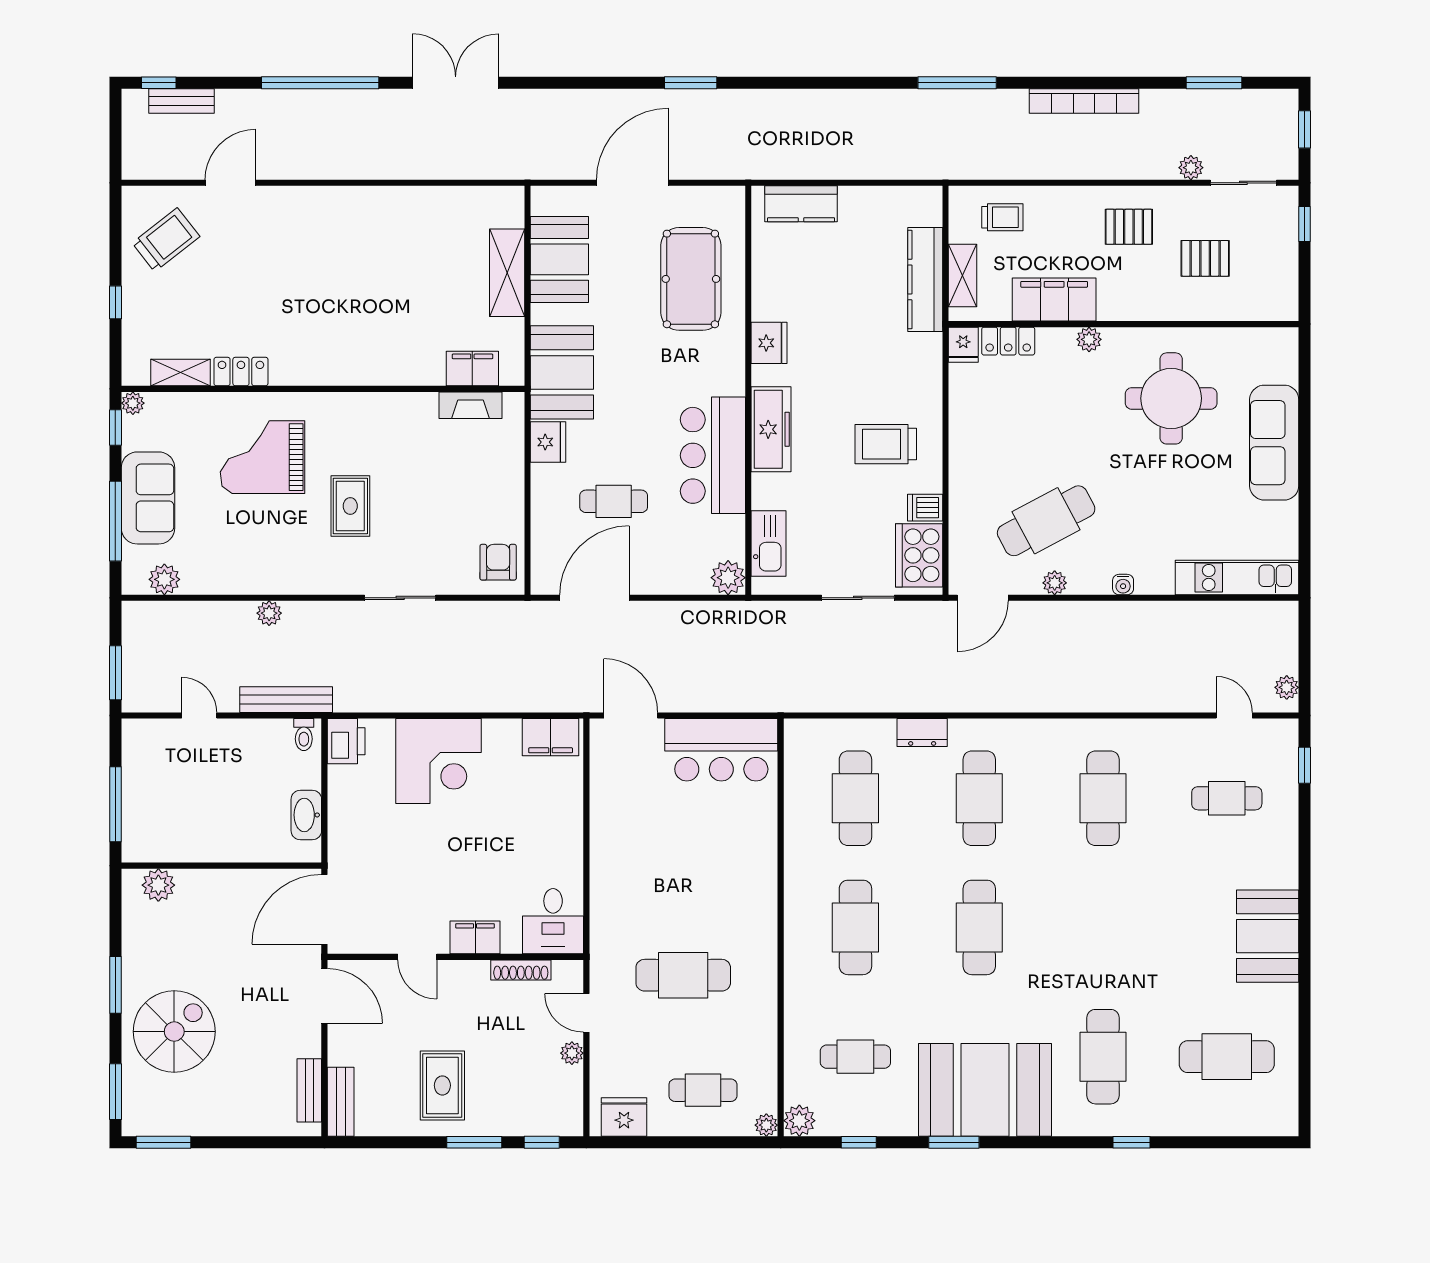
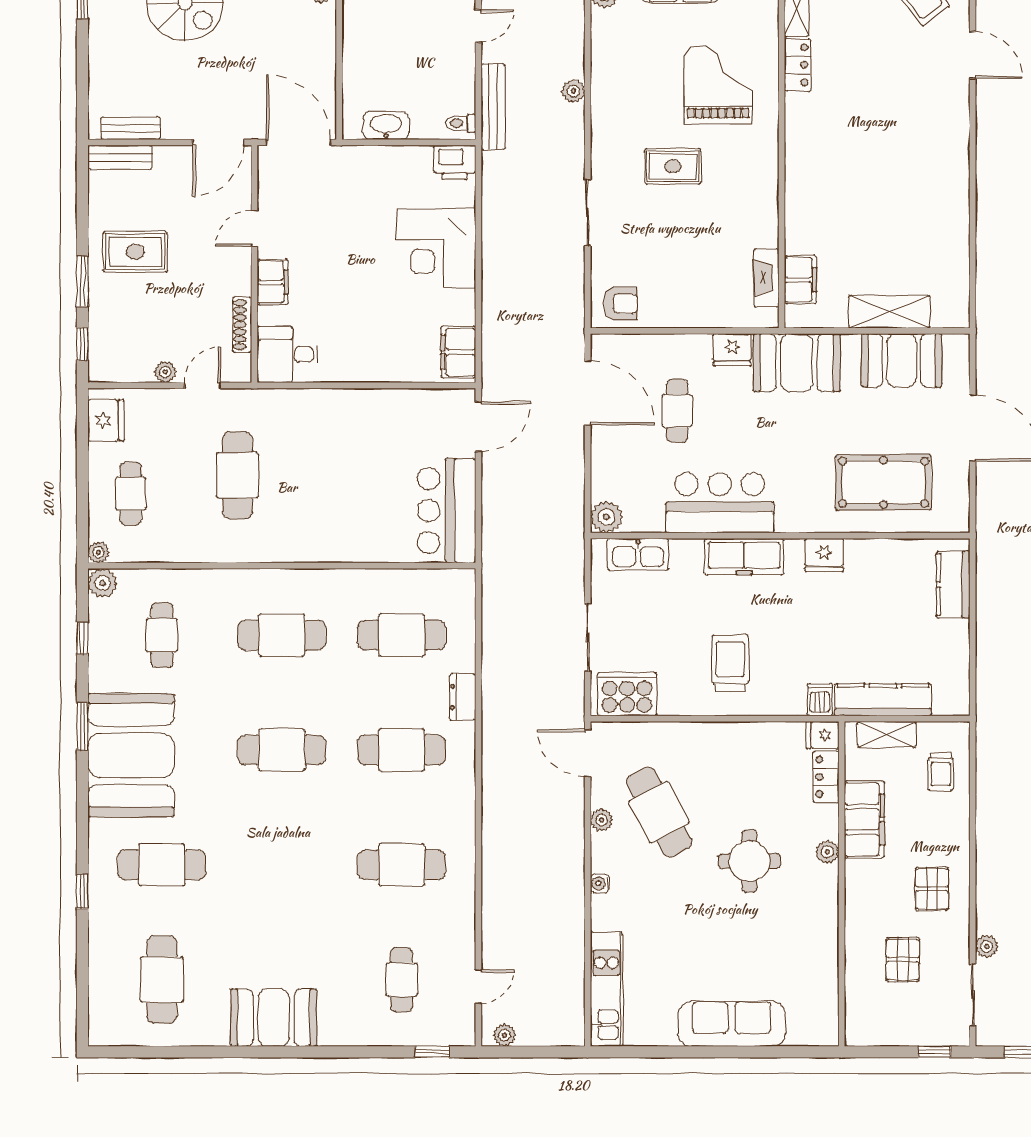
round table: (1171, 398) -> (749, 861), moved, width x0.73, depth x0.73
dishwasher: (925, 508) -> (820, 700), moved

